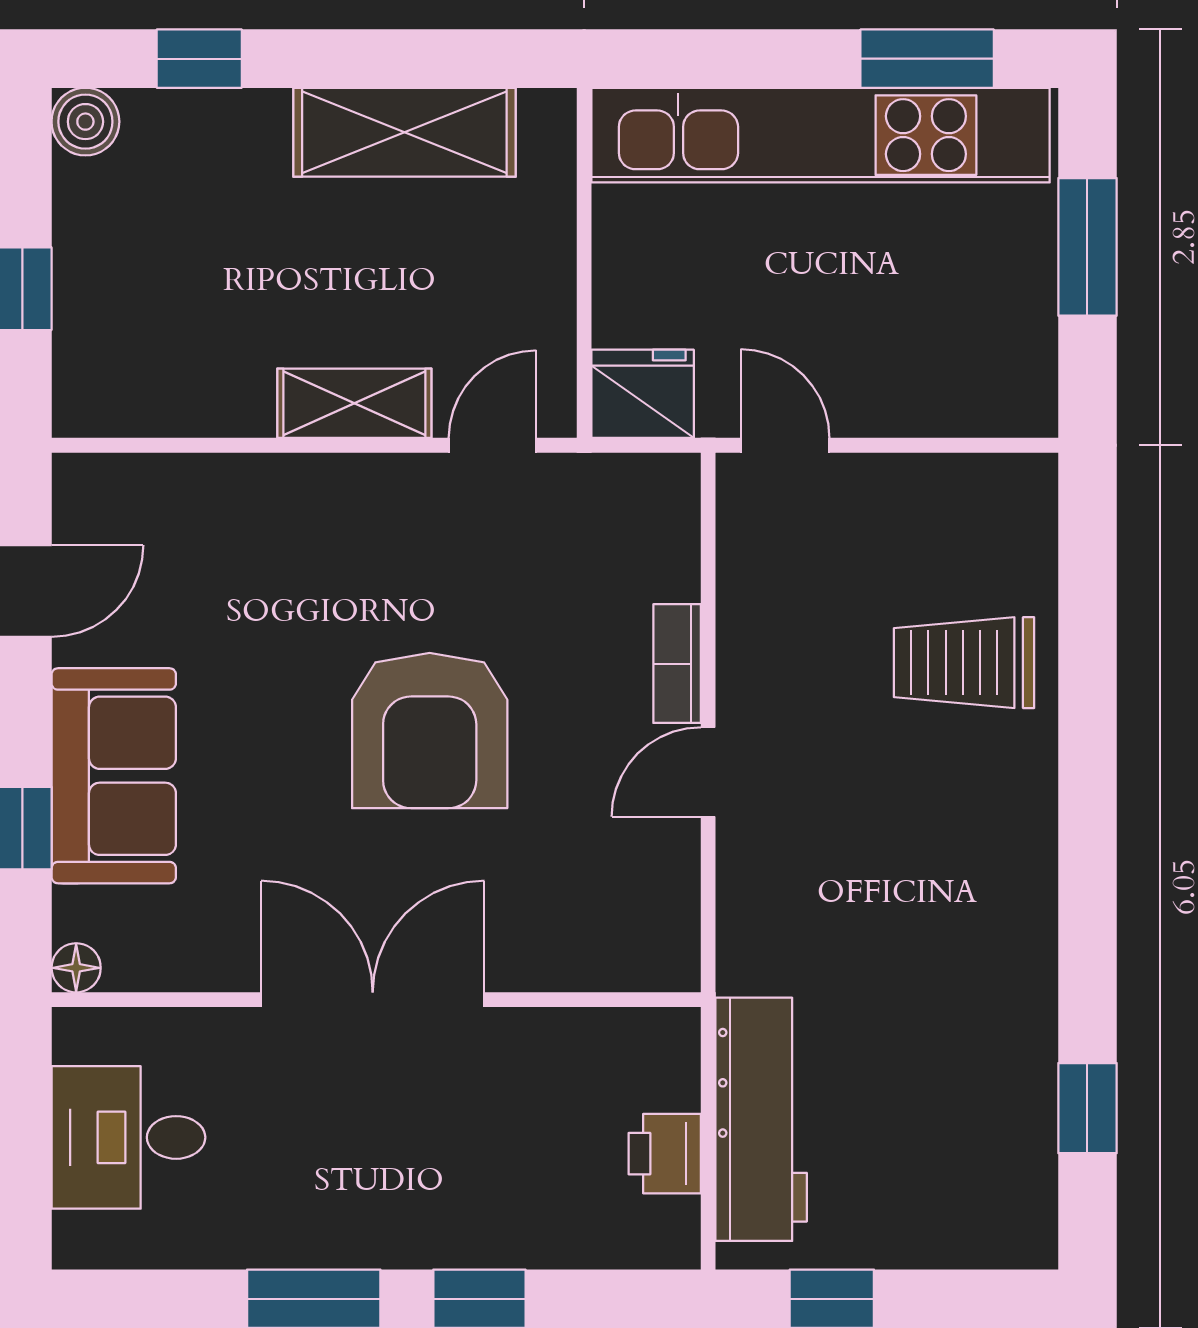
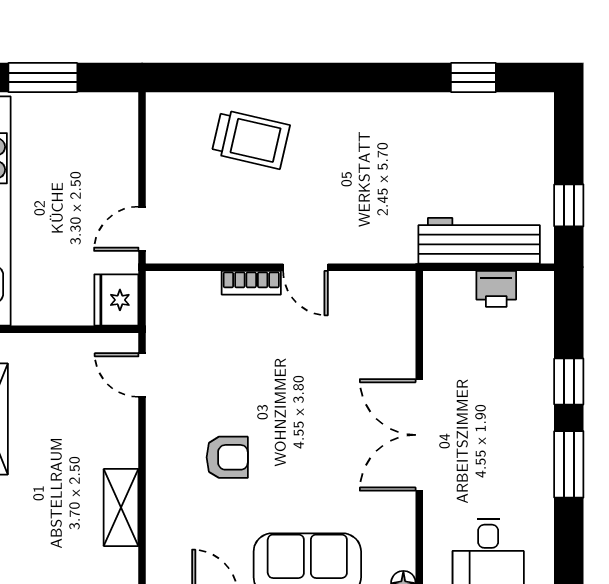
shelving: (354, 403) -> (121, 508), moved
trolley: (964, 663) -> (251, 139), turned -77
armchair: (430, 731) -> (227, 457), moved, width x0.53, depth x0.53

